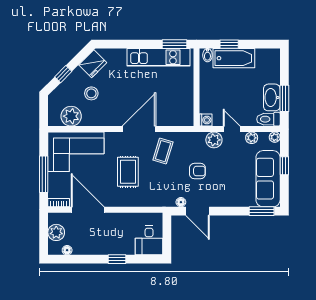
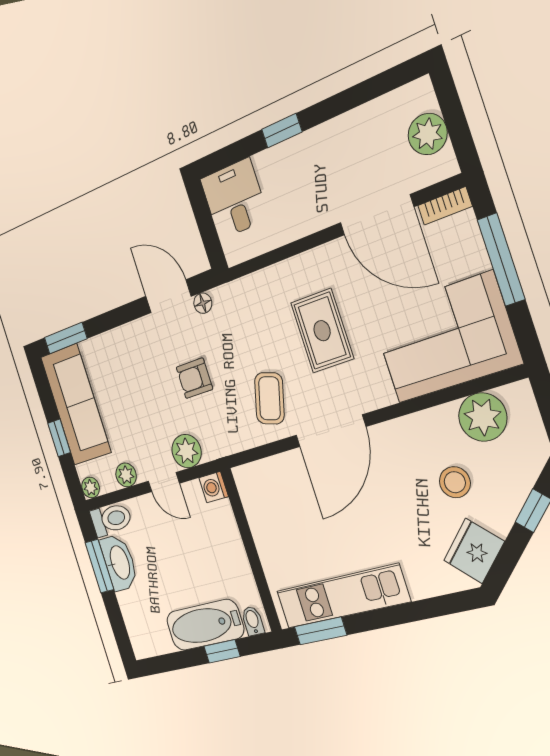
floor lamp: (67, 250) -> (390, 104), removed

